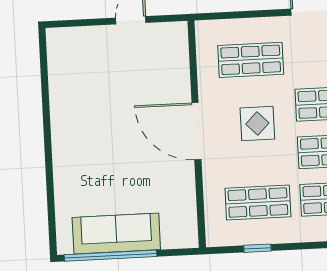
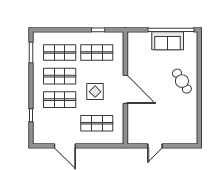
cafe table: (83, 154) -> (182, 81), added
sofa: (116, 233) -> (168, 41), width x0.73

